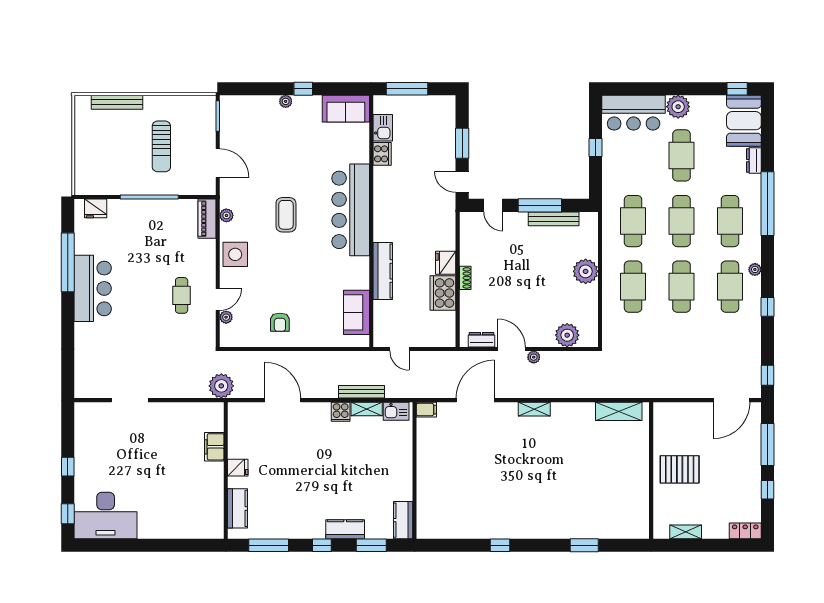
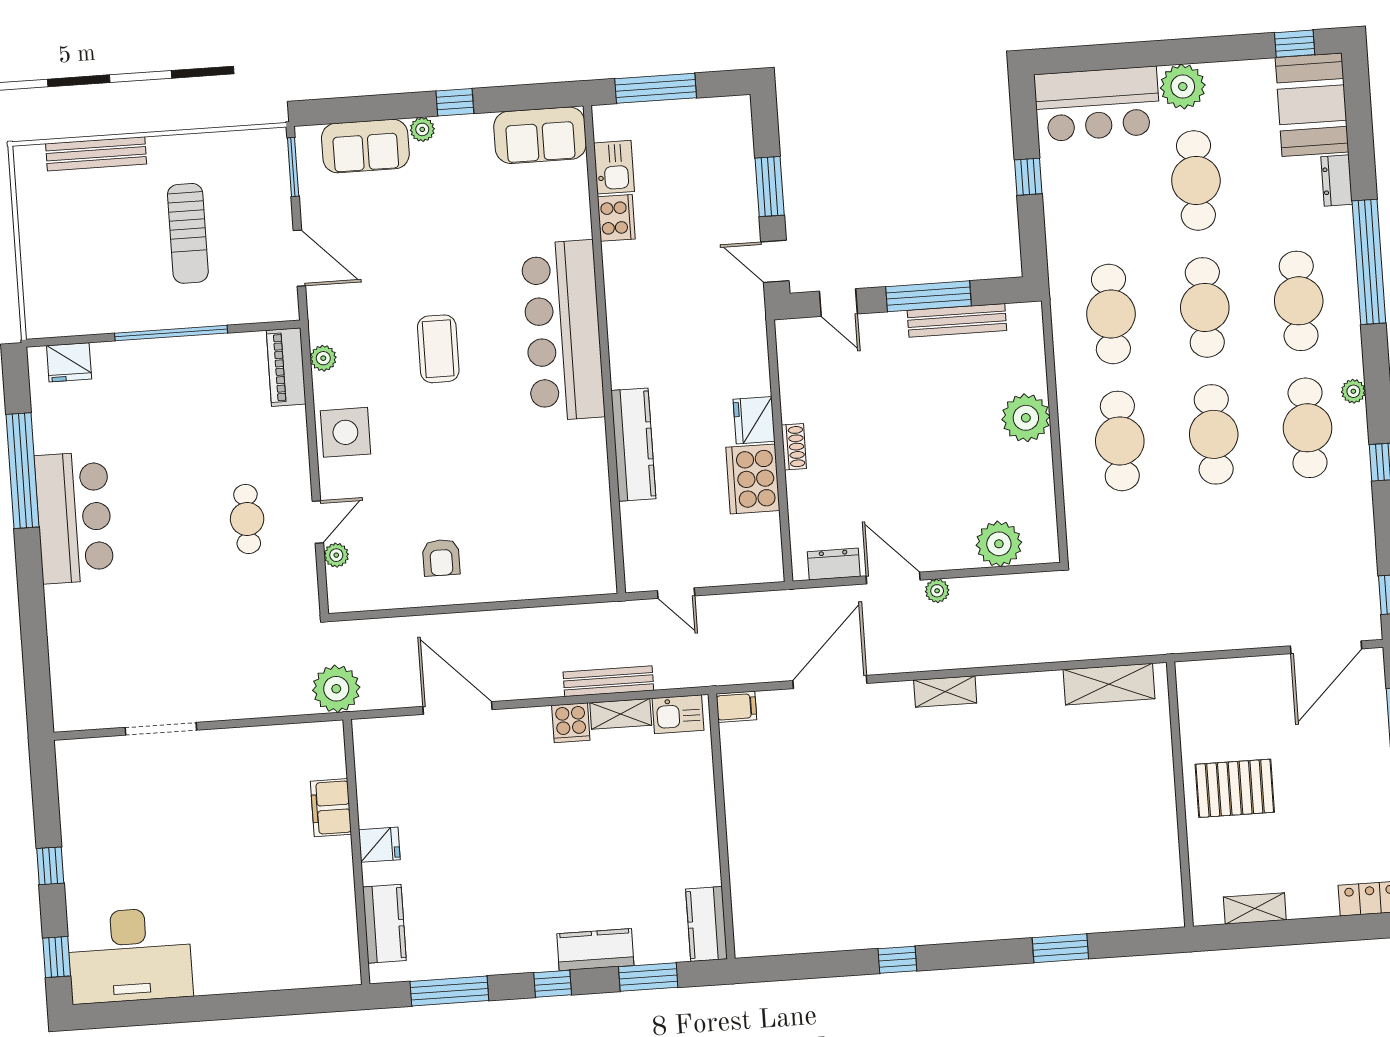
sofa: (357, 312) -> (365, 146), moved, turned -90

